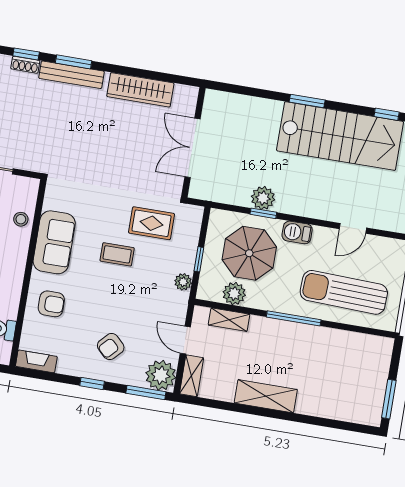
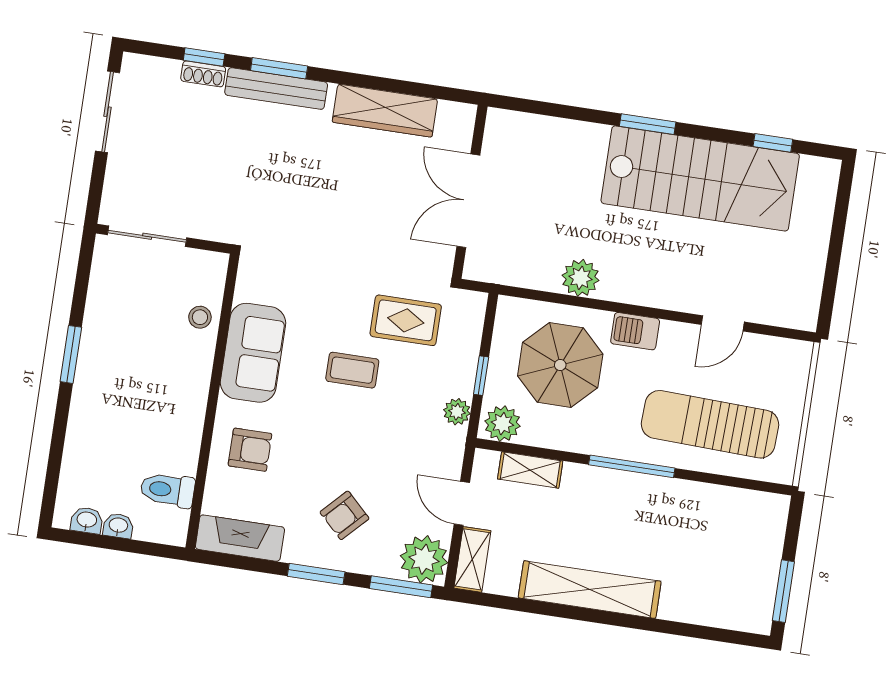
window: (263, 213) -> (581, 302), removed
plant: (234, 294) -> (502, 424), moved
fireplace: (36, 361) -> (240, 538), width x1.37, depth x1.32
window: (92, 383) -> (316, 574), width x1.50
shelving: (266, 396) -> (590, 590), width x1.47

